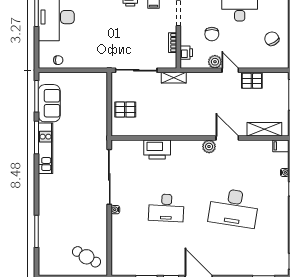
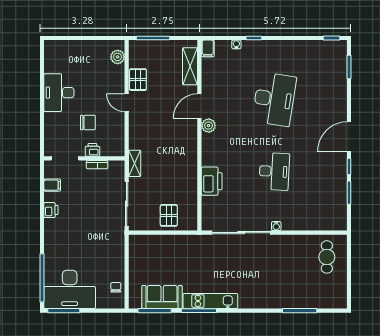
chair: (272, 39) -> (93, 58), removed
printer: (186, 53) -> (92, 150), moved
plant: (215, 62) -> (118, 57), moved
door: (230, 70) -> (127, 103), hinge flipped
cafe table: (87, 257) -> (327, 257), turned -30

